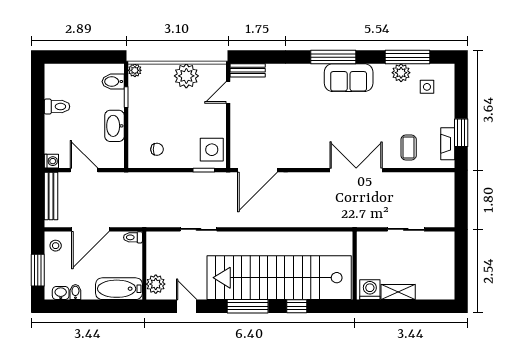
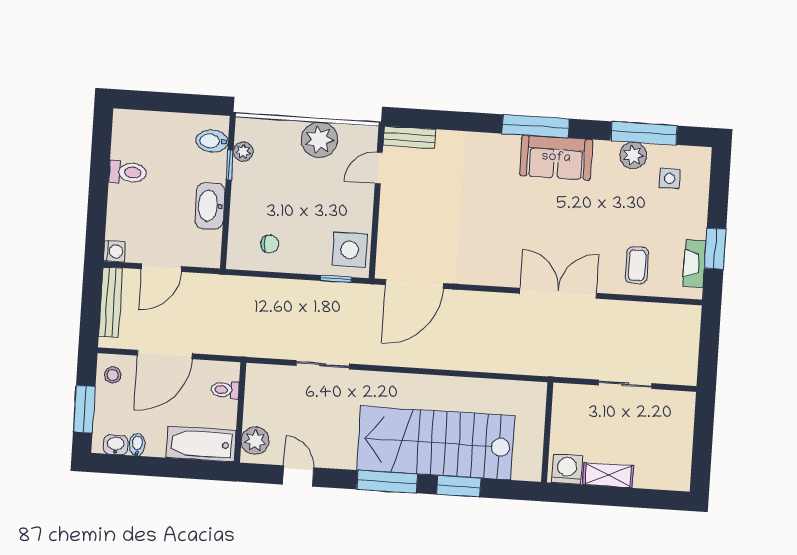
plant: (135, 70) -> (243, 152), moved
door: (84, 170) -> (161, 268), swing flipped
toilet: (133, 237) -> (225, 390), moved
stairs: (279, 278) -> (436, 443), width x0.73
window: (297, 306) -> (459, 486), width x1.50

